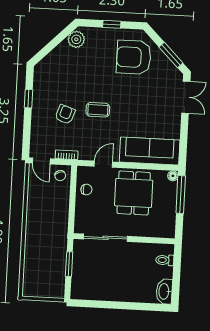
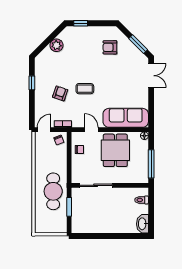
window: (112, 24) -> (81, 23), moved
plant: (76, 39) -> (56, 45), moved
armchair: (134, 57) -> (110, 47), width x0.53, depth x0.53
door: (41, 161) -> (44, 130), swing flipped
door: (103, 164) -> (91, 130), hinge flipped
window: (181, 195) -> (151, 164), moved
cafe table: (49, 243) -> (53, 191), added

